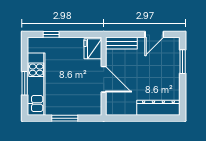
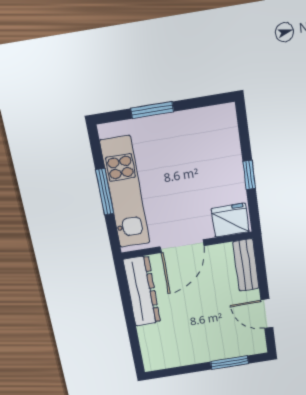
window: (51, 34) -> (249, 175), moved
kitchen unit: (36, 84) -> (125, 192), moved, turned -90
dresser: (158, 108) -> (142, 291), moved

